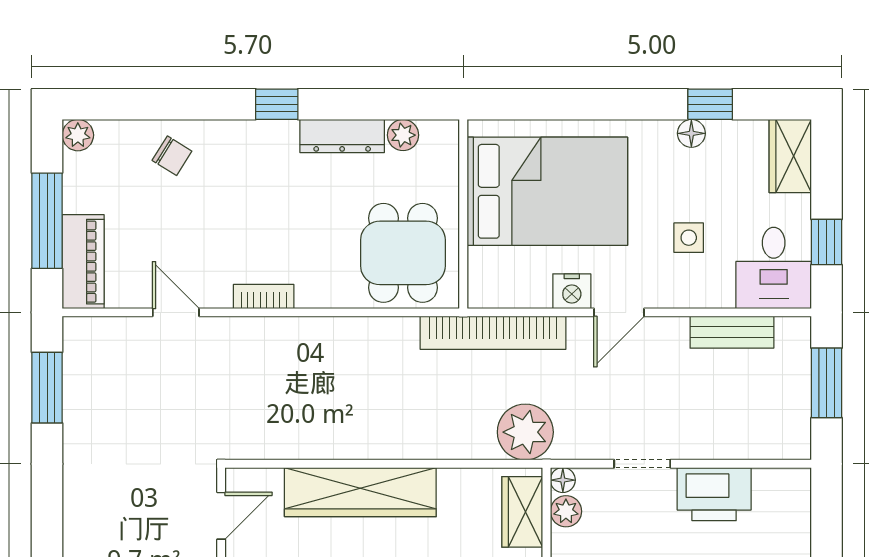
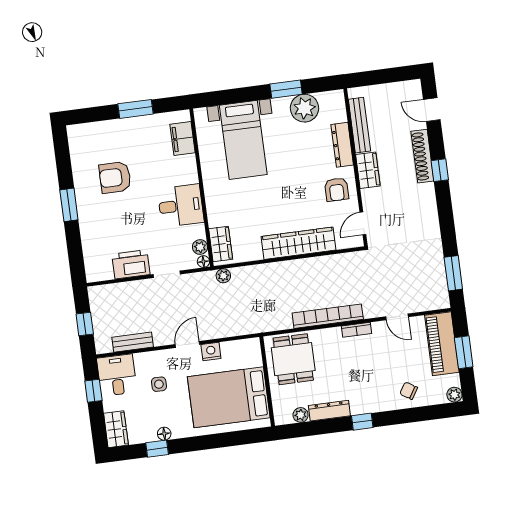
window: (47, 221) -> (464, 352), width x0.69
piano: (83, 262) -> (442, 344), width x1.37, depth x1.33
bookcase: (493, 333) -> (328, 316), moved
window: (827, 383) -> (85, 324), width x0.67
plant: (525, 432) -> (223, 276), width x0.53, depth x0.53

